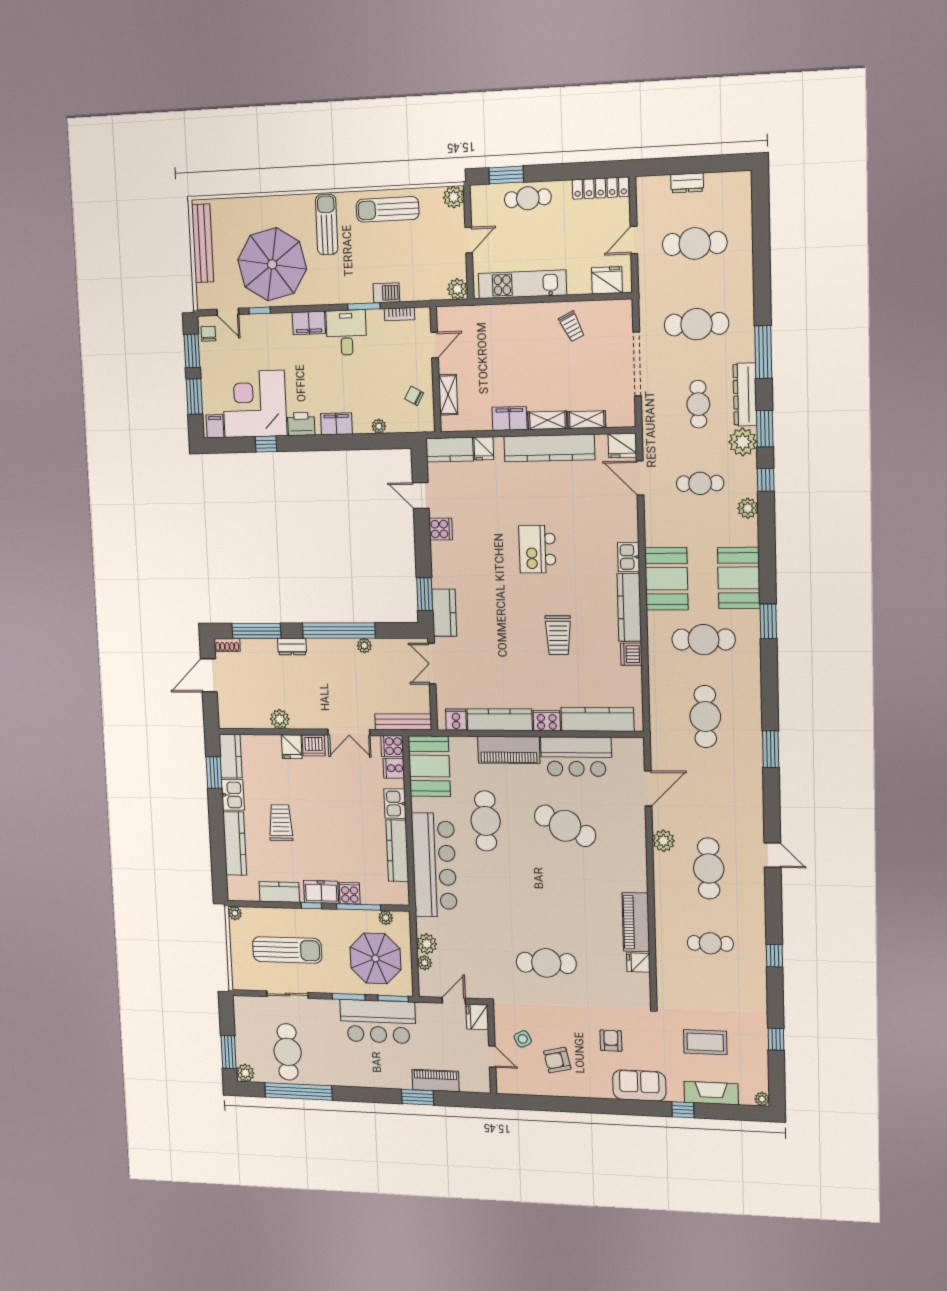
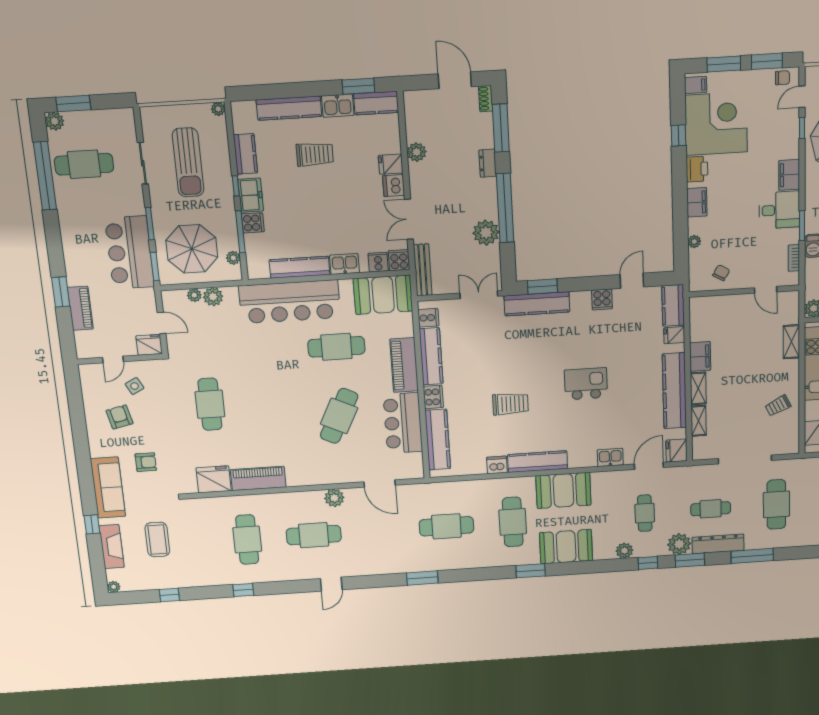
shelving: (448, 395) -> (791, 342), moved, turned 90
kitchen sink: (629, 557) -> (610, 457), moved
kitchen counter: (444, 613) -> (537, 304), width x1.50
trolley: (558, 635) -> (511, 404), turned 180
plant: (364, 646) -> (486, 233), width x1.87, depth x1.87
cafe table: (710, 943) -> (247, 540), width x1.37, depth x1.35
fridge: (638, 962) -> (214, 479), width x1.88, depth x1.34
sofa: (639, 1086) -> (108, 488), width x1.36

